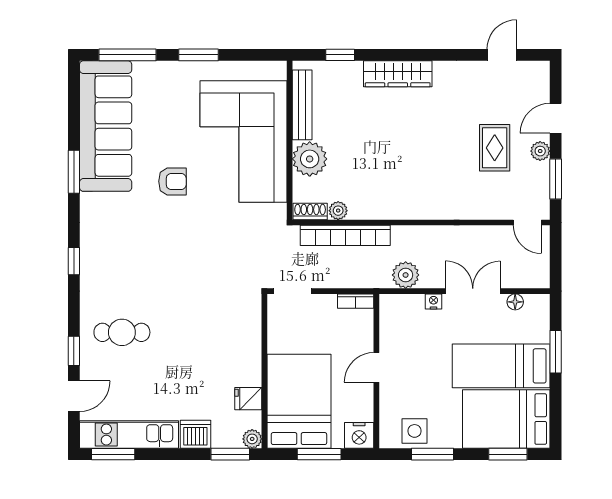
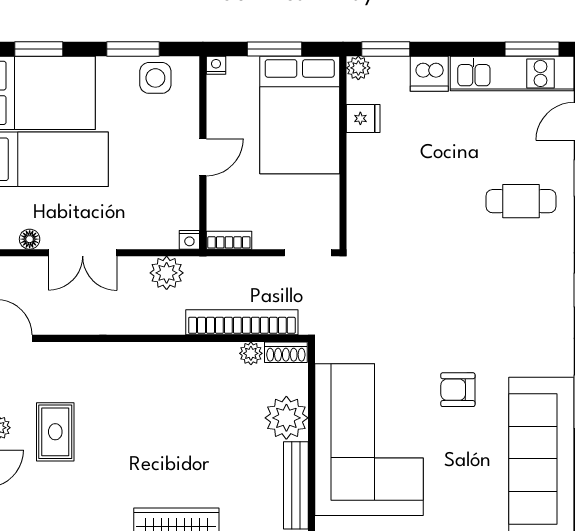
nightstand: (434, 301) -> (189, 240), moved
nightstand: (359, 435) -> (216, 65), width x0.53, depth x0.56

